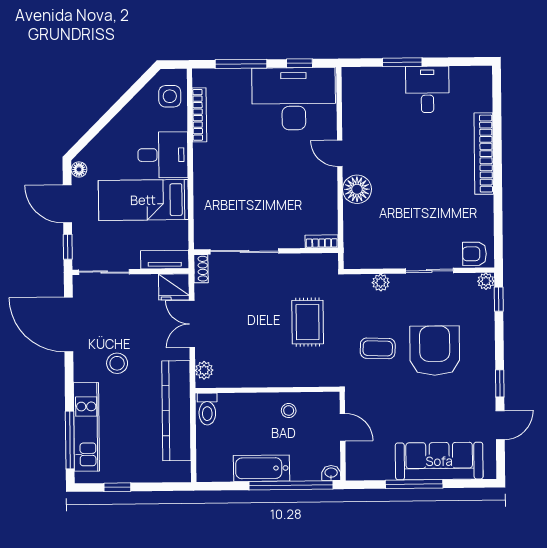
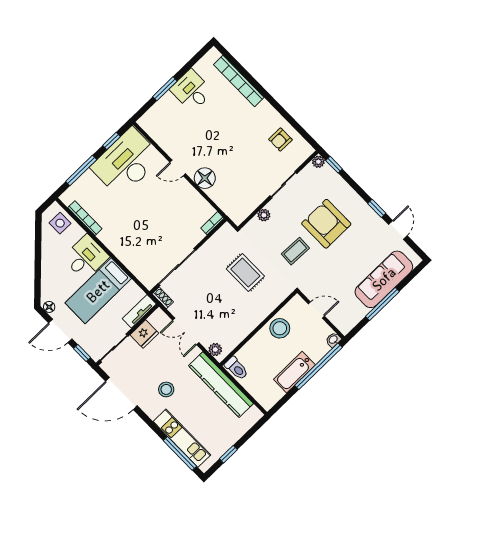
bookcase: (484, 154) -> (239, 81), moved
armchair: (474, 254) -> (280, 140), moved
fridge: (174, 287) -> (144, 334), moved
stool: (289, 411) -> (280, 328), width x1.89, depth x1.89

